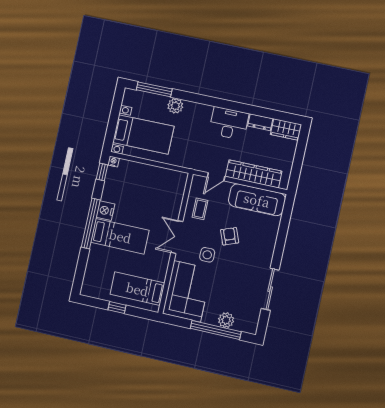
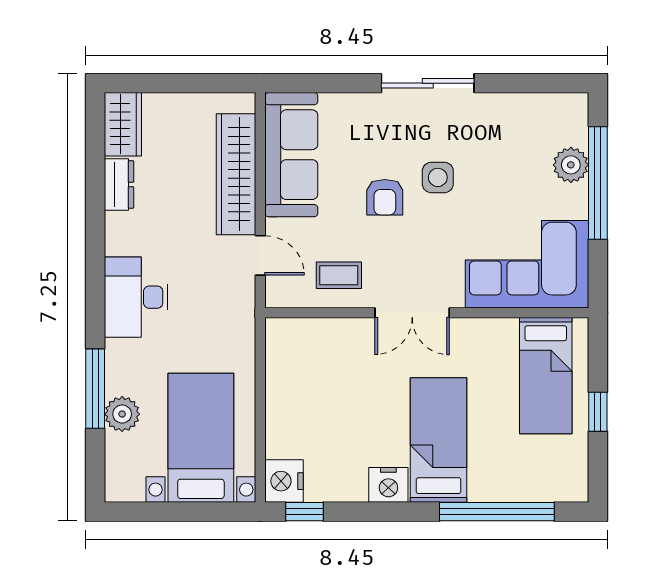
window: (154, 89) -> (95, 389), moved
plant: (175, 106) -> (122, 414), moved
desk: (229, 123) -> (136, 297), moved
nightstand: (113, 162) -> (284, 481), width x1.89, depth x1.79
window: (91, 224) -> (497, 512), moved
armchair: (230, 236) -> (385, 197), turned -69
side table: (207, 255) -> (438, 177), moved
sliding door: (270, 289) -> (428, 83), moved

